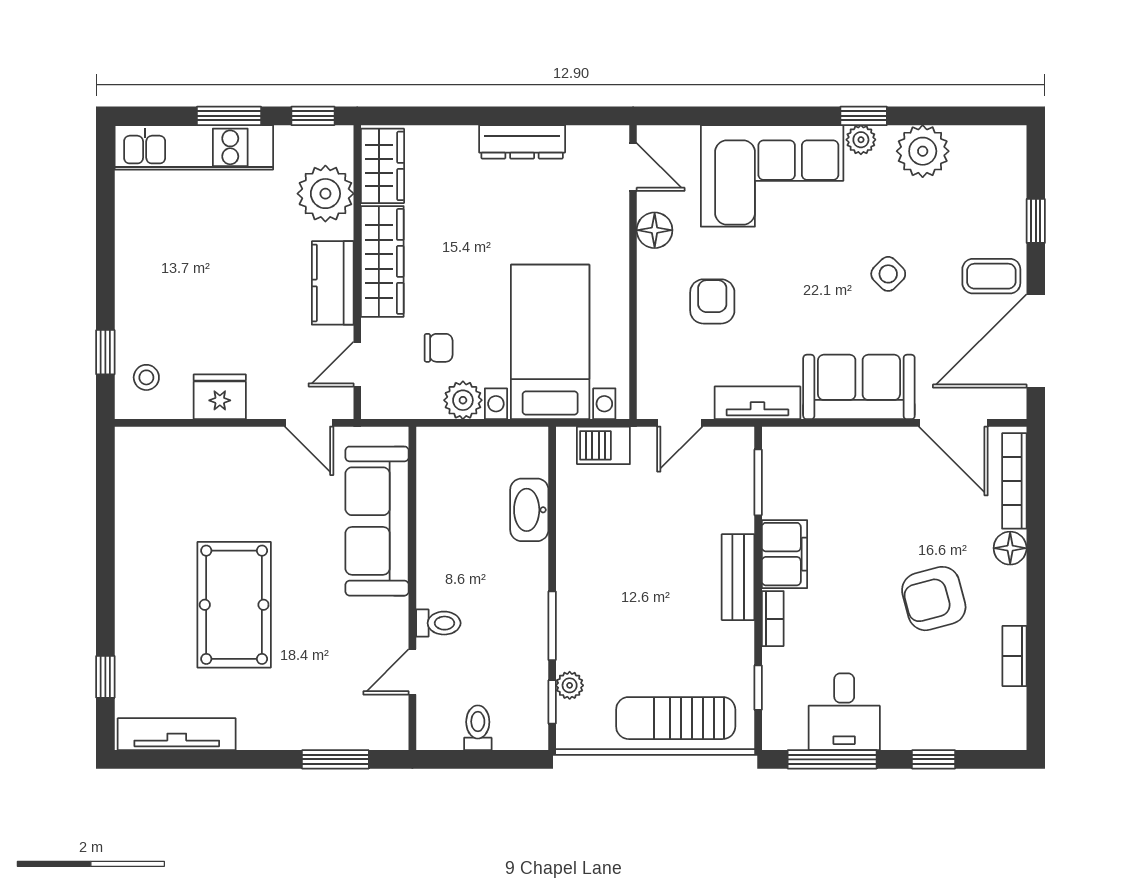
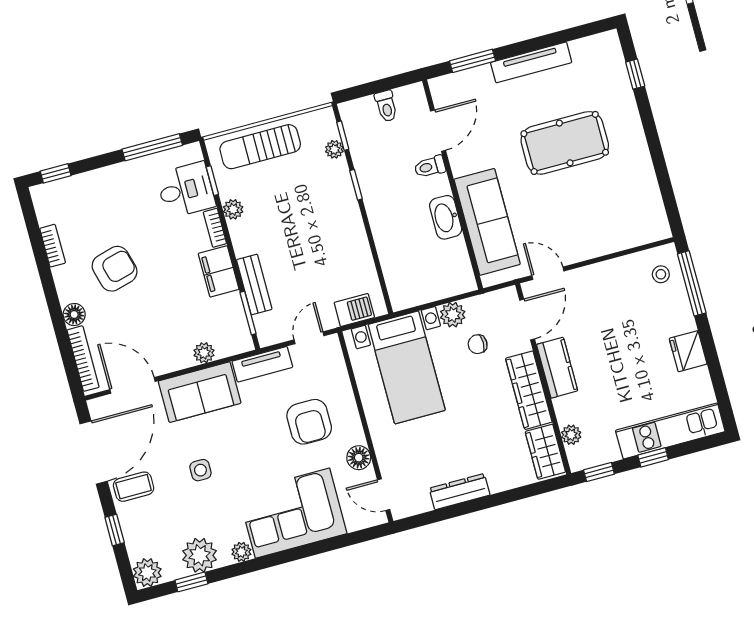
window: (229, 116) -> (653, 457), width x0.67
window: (864, 116) -> (191, 582), moved
plant: (1005, 147) -> (147, 573), added
plant: (325, 194) -> (571, 435), width x0.53, depth x0.53
side table: (888, 274) -> (200, 470), turned 45
armchair: (712, 301) -> (309, 422), width x1.38, depth x1.38
window: (105, 352) -> (692, 283), width x2.17
door: (357, 364) -> (527, 320), width x1.38
fridge: (220, 397) -> (688, 351), moved, turned 90
plant: (837, 442) -> (204, 353), added
washbasin: (529, 510) -> (446, 217), moved, turned 180
bench: (738, 577) -> (254, 284), moved
pool table: (234, 605) -> (565, 143), turned 90
window: (552, 626) -> (356, 185), width x0.67
plant: (739, 638) -> (233, 209), added
door: (412, 672) -> (438, 131), width x1.38
desk: (844, 712) -> (186, 190), moved, turned 90
sun lounger: (676, 718) -> (260, 147), turned 180
tv unit: (177, 734) -> (531, 62), moved
window: (934, 759) -> (56, 173), moved

